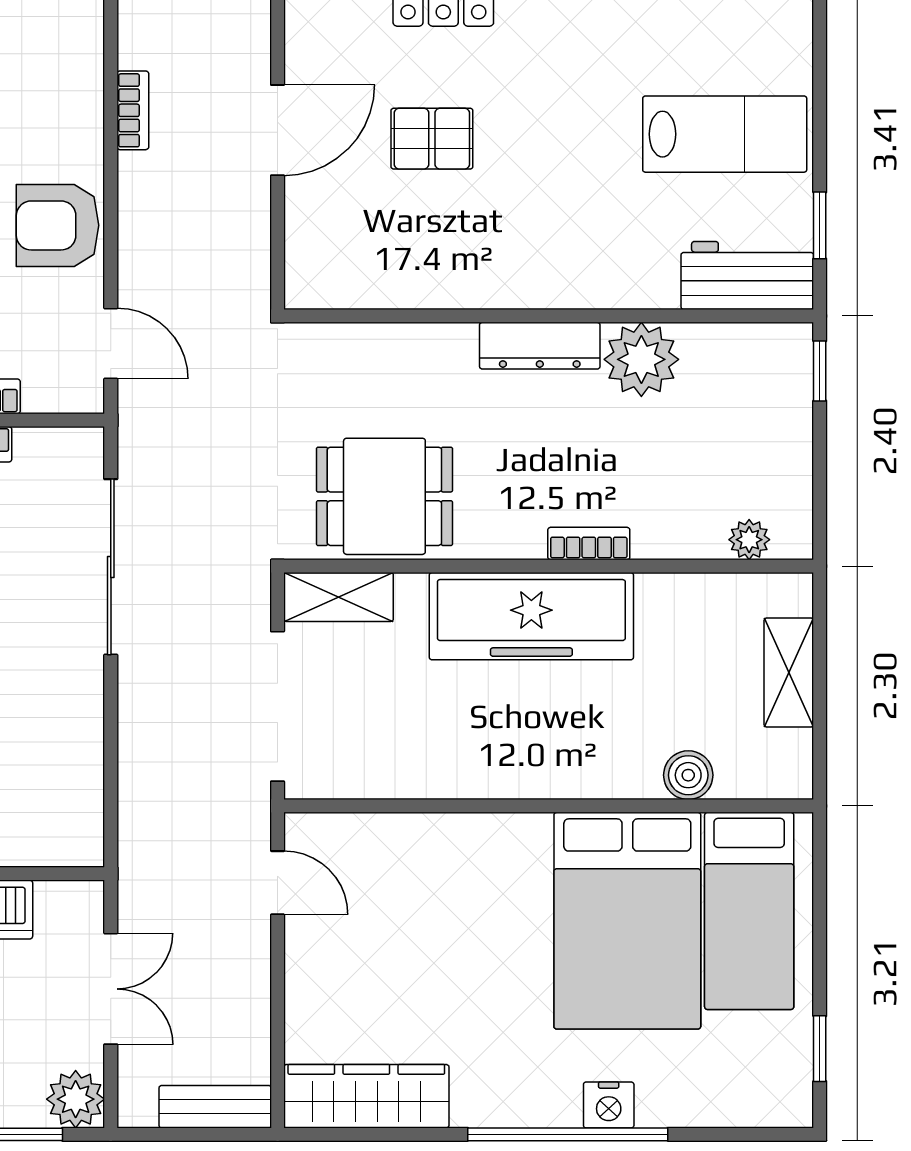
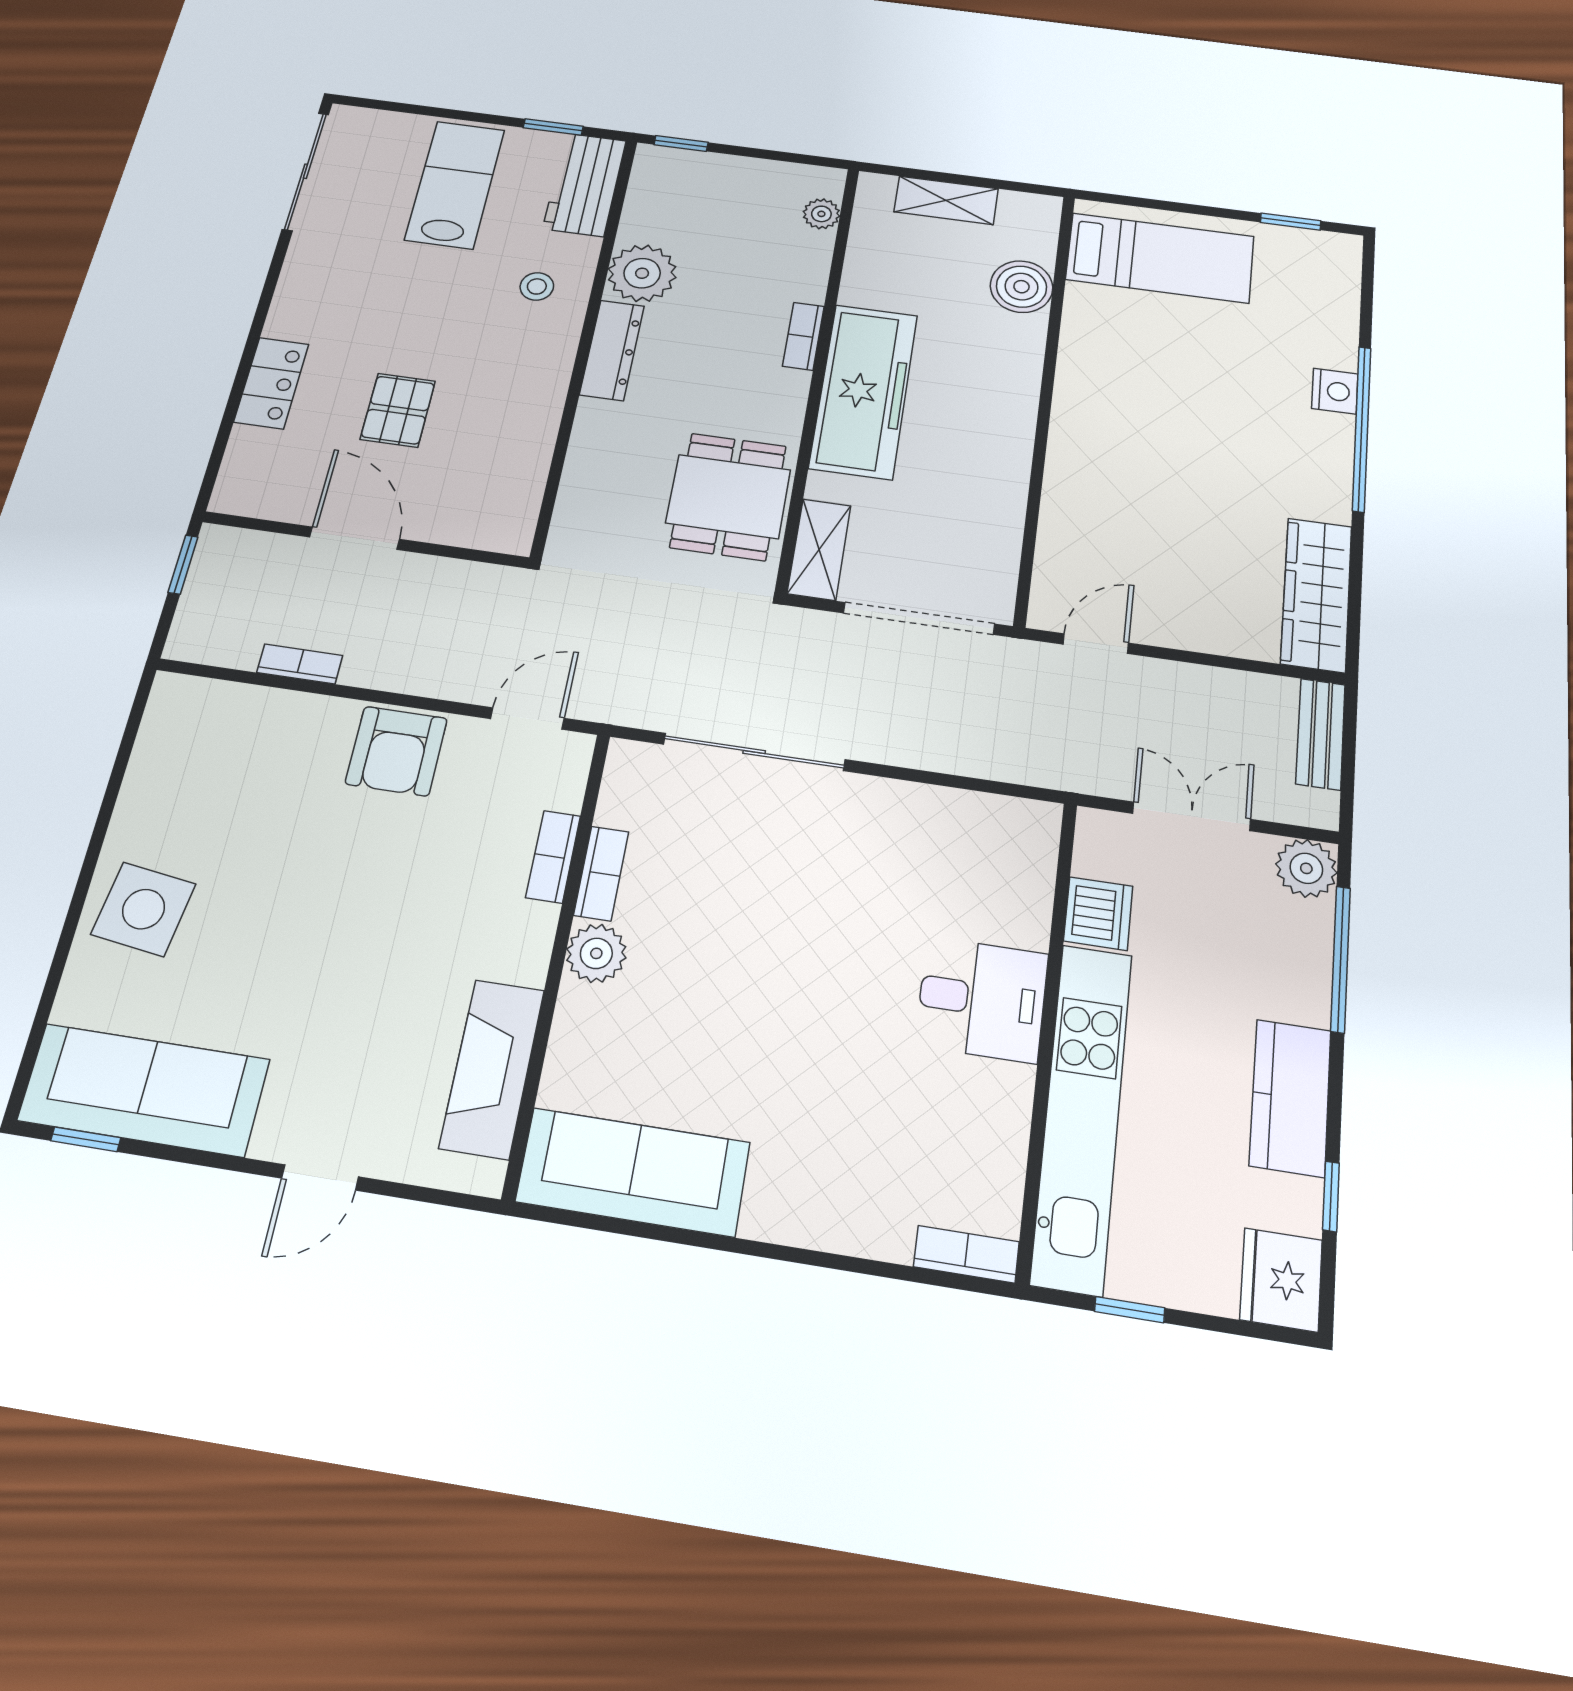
stool: (607, 251) -> (537, 286), added
boiler: (688, 775) -> (1021, 287), width x1.36, depth x1.36
bed: (627, 921) -> (1161, 353), removed

